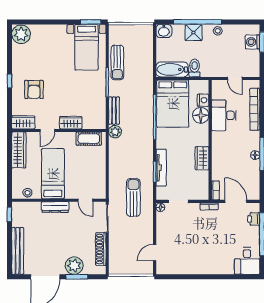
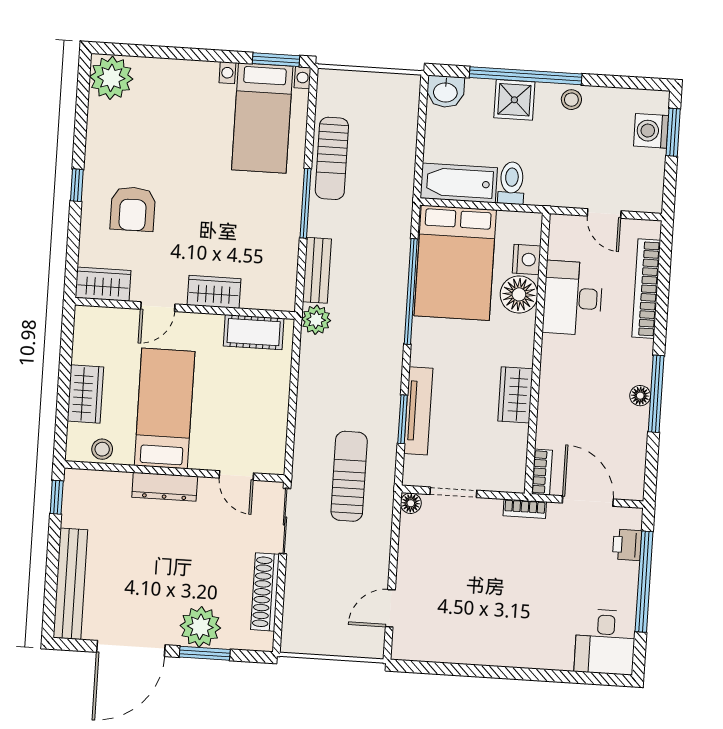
wardrobe: (19, 150) -> (85, 394), moved, width x0.67

